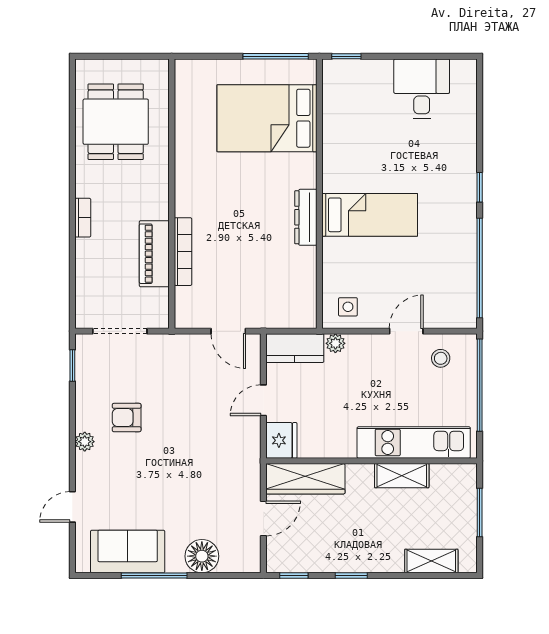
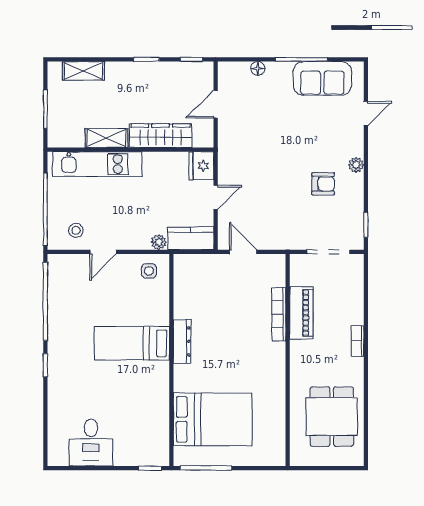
wardrobe: (305, 479) -> (161, 136), moved
floor lamp: (202, 556) -> (258, 68), width x0.53, depth x0.53

